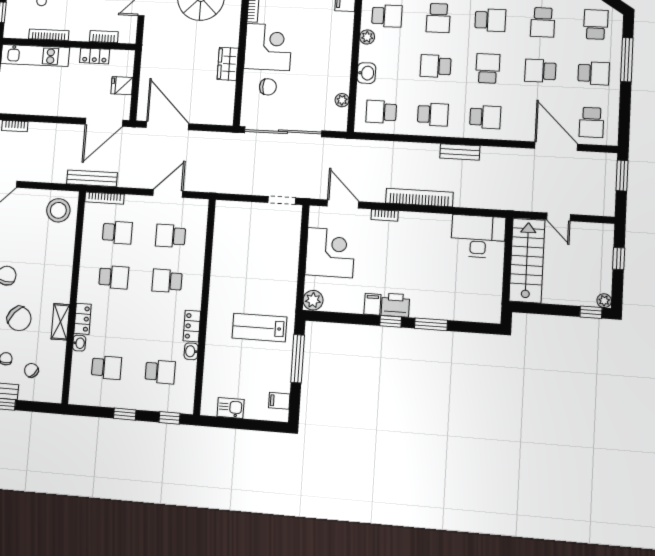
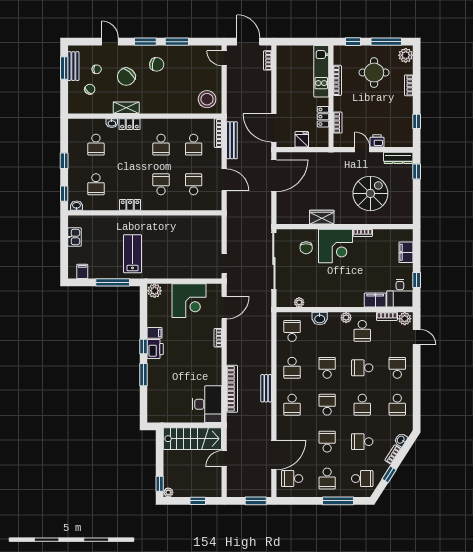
school desk: (488, 68) -> (327, 405), turned -90
bench: (92, 178) -> (232, 140), moved
bookcase: (419, 198) -> (232, 389), moved
washbasin: (191, 351) -> (77, 206), moved

